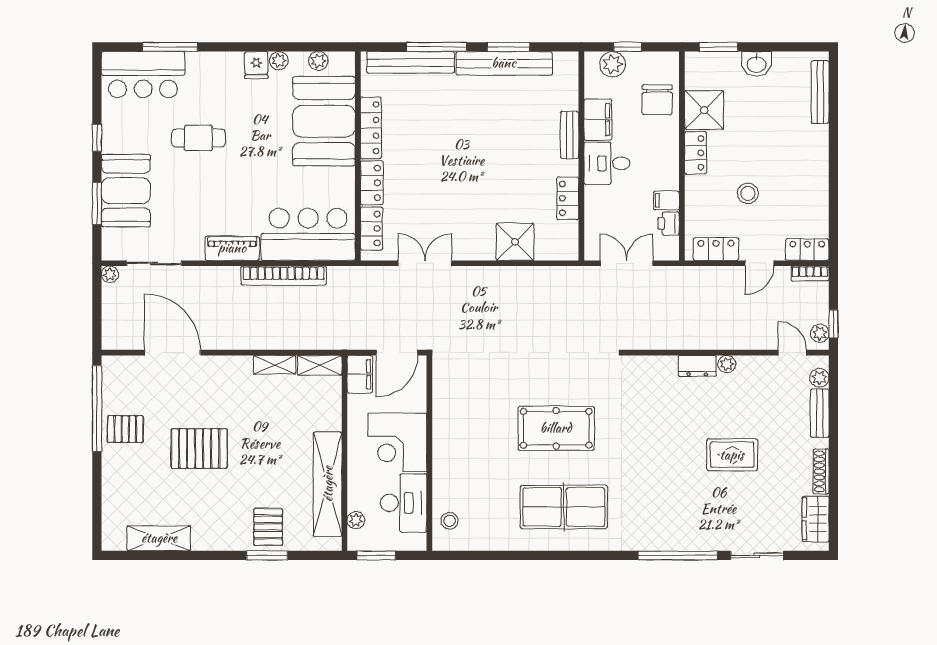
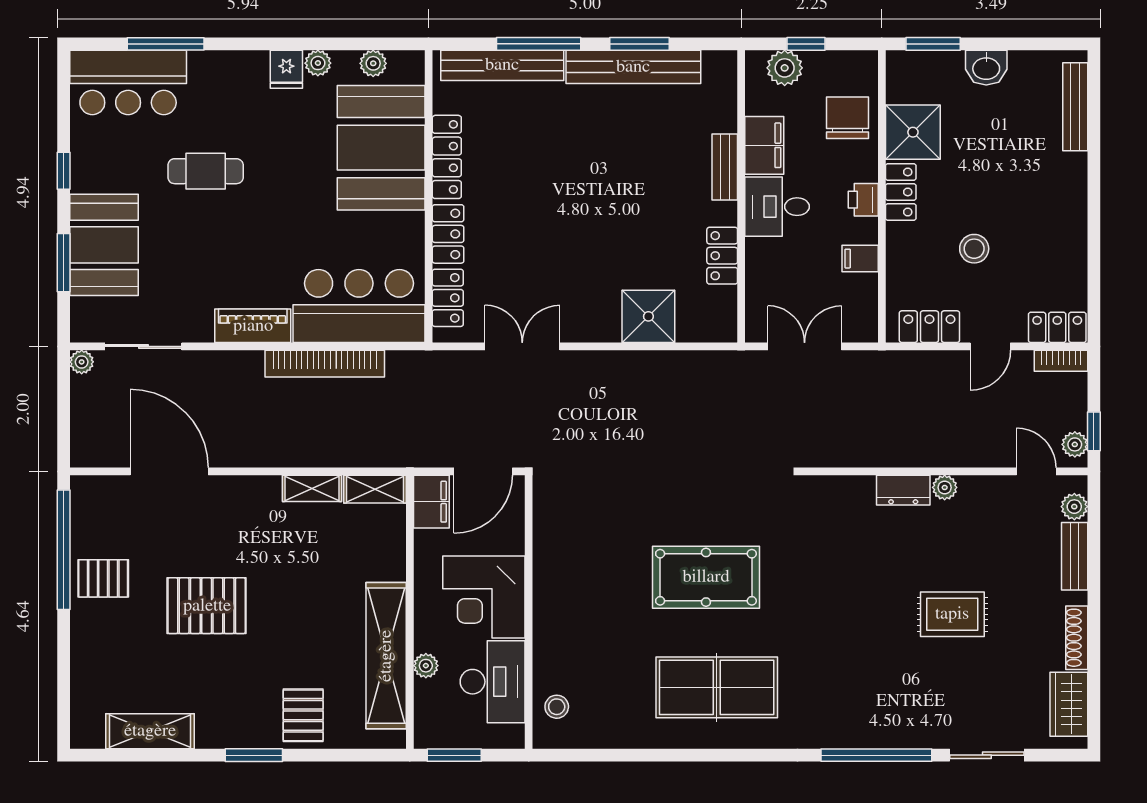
chair: (657, 100) -> (847, 118), turned 180
printer: (669, 224) -> (863, 200), moved
plant: (356, 520) -> (426, 666), moved
window: (267, 555) -> (254, 755), moved

